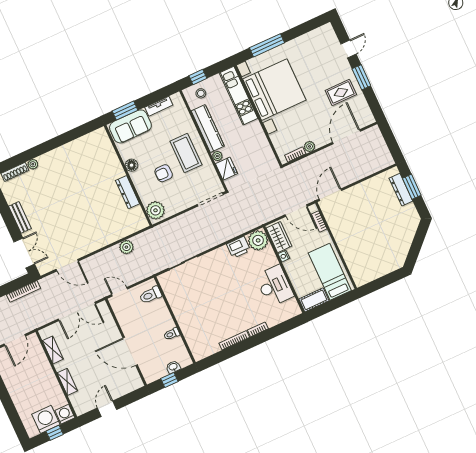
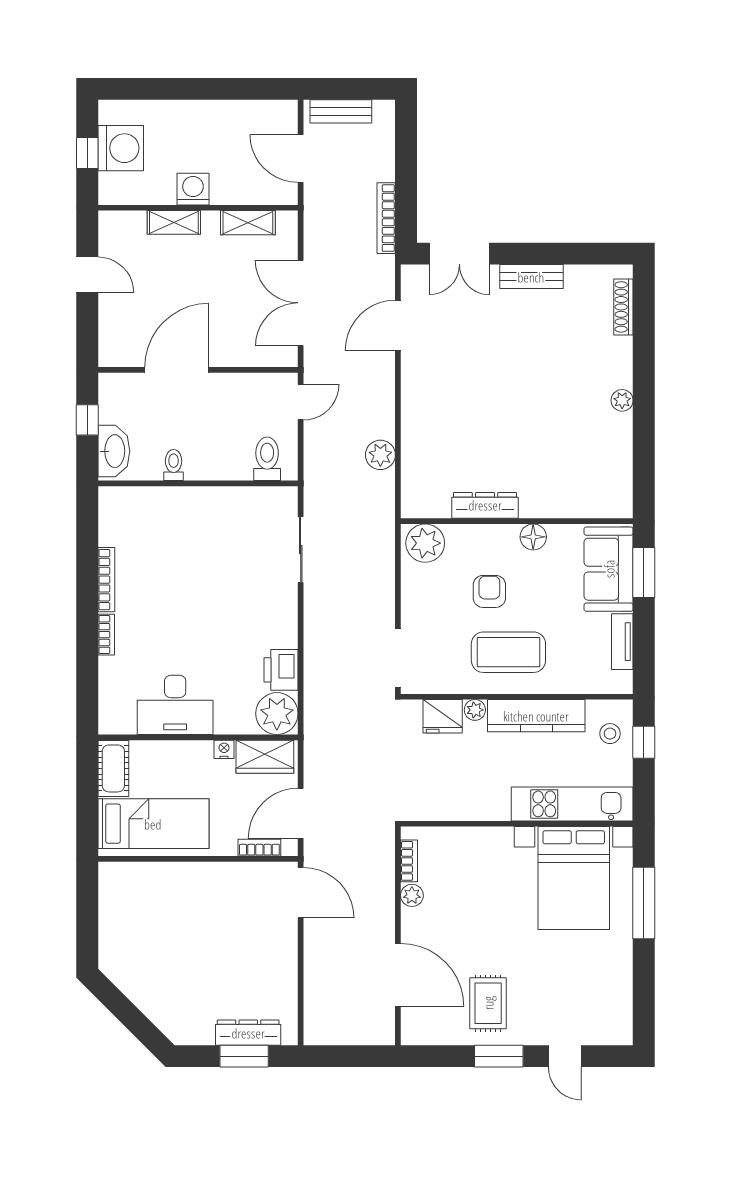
bed with nightstands: (274, 90) -> (574, 878), width x0.73
plant: (33, 164) -> (622, 400), moved
washbasin: (173, 367) -> (114, 451), width x1.91, depth x1.45
washing machine: (65, 414) -> (193, 189), moved, turned -90

